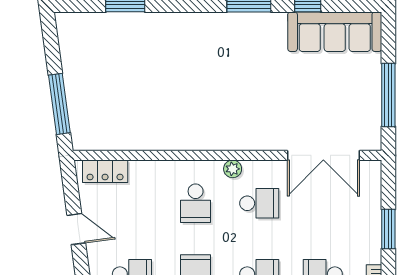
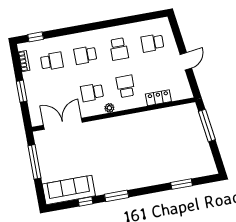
locker: (105, 171) -> (158, 98), moved
door: (76, 229) -> (186, 61), swing flipped

